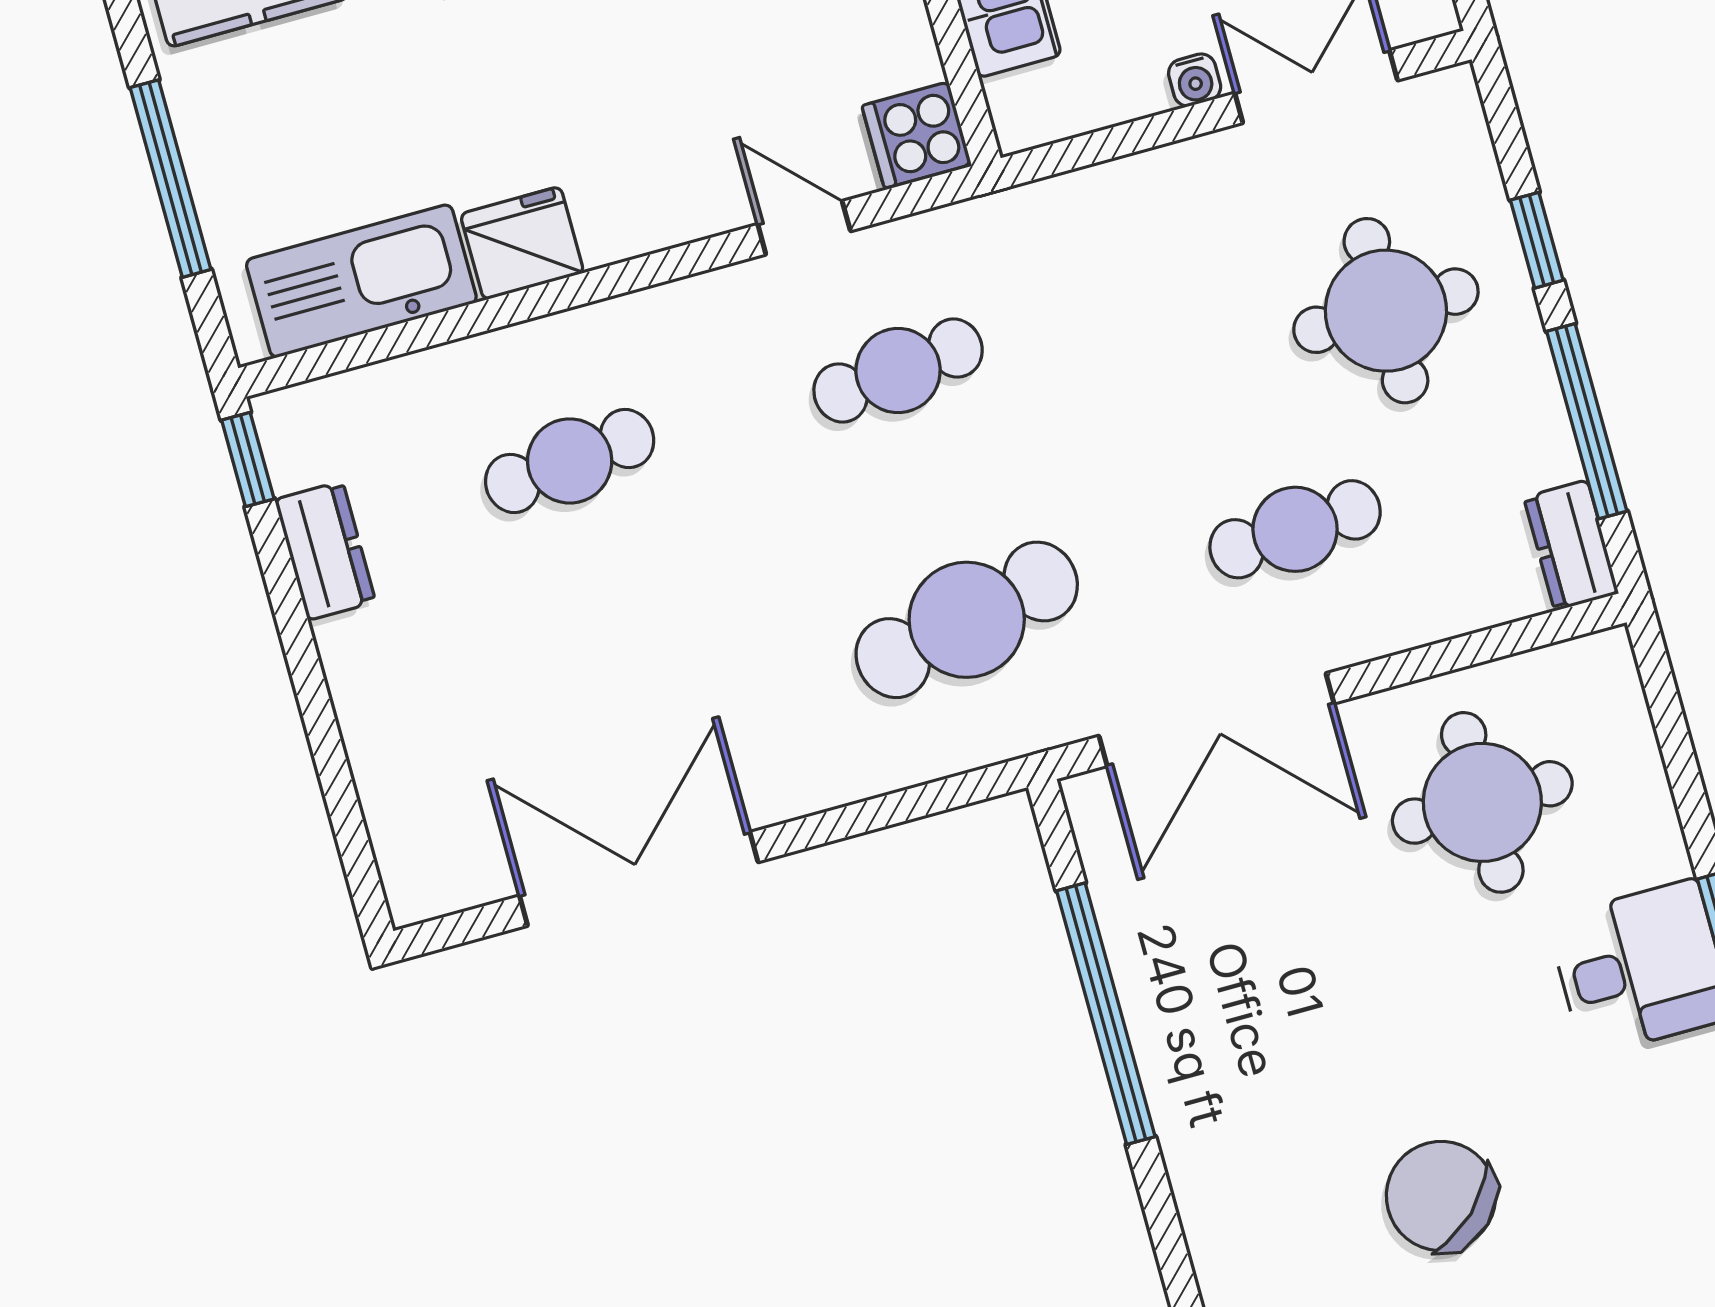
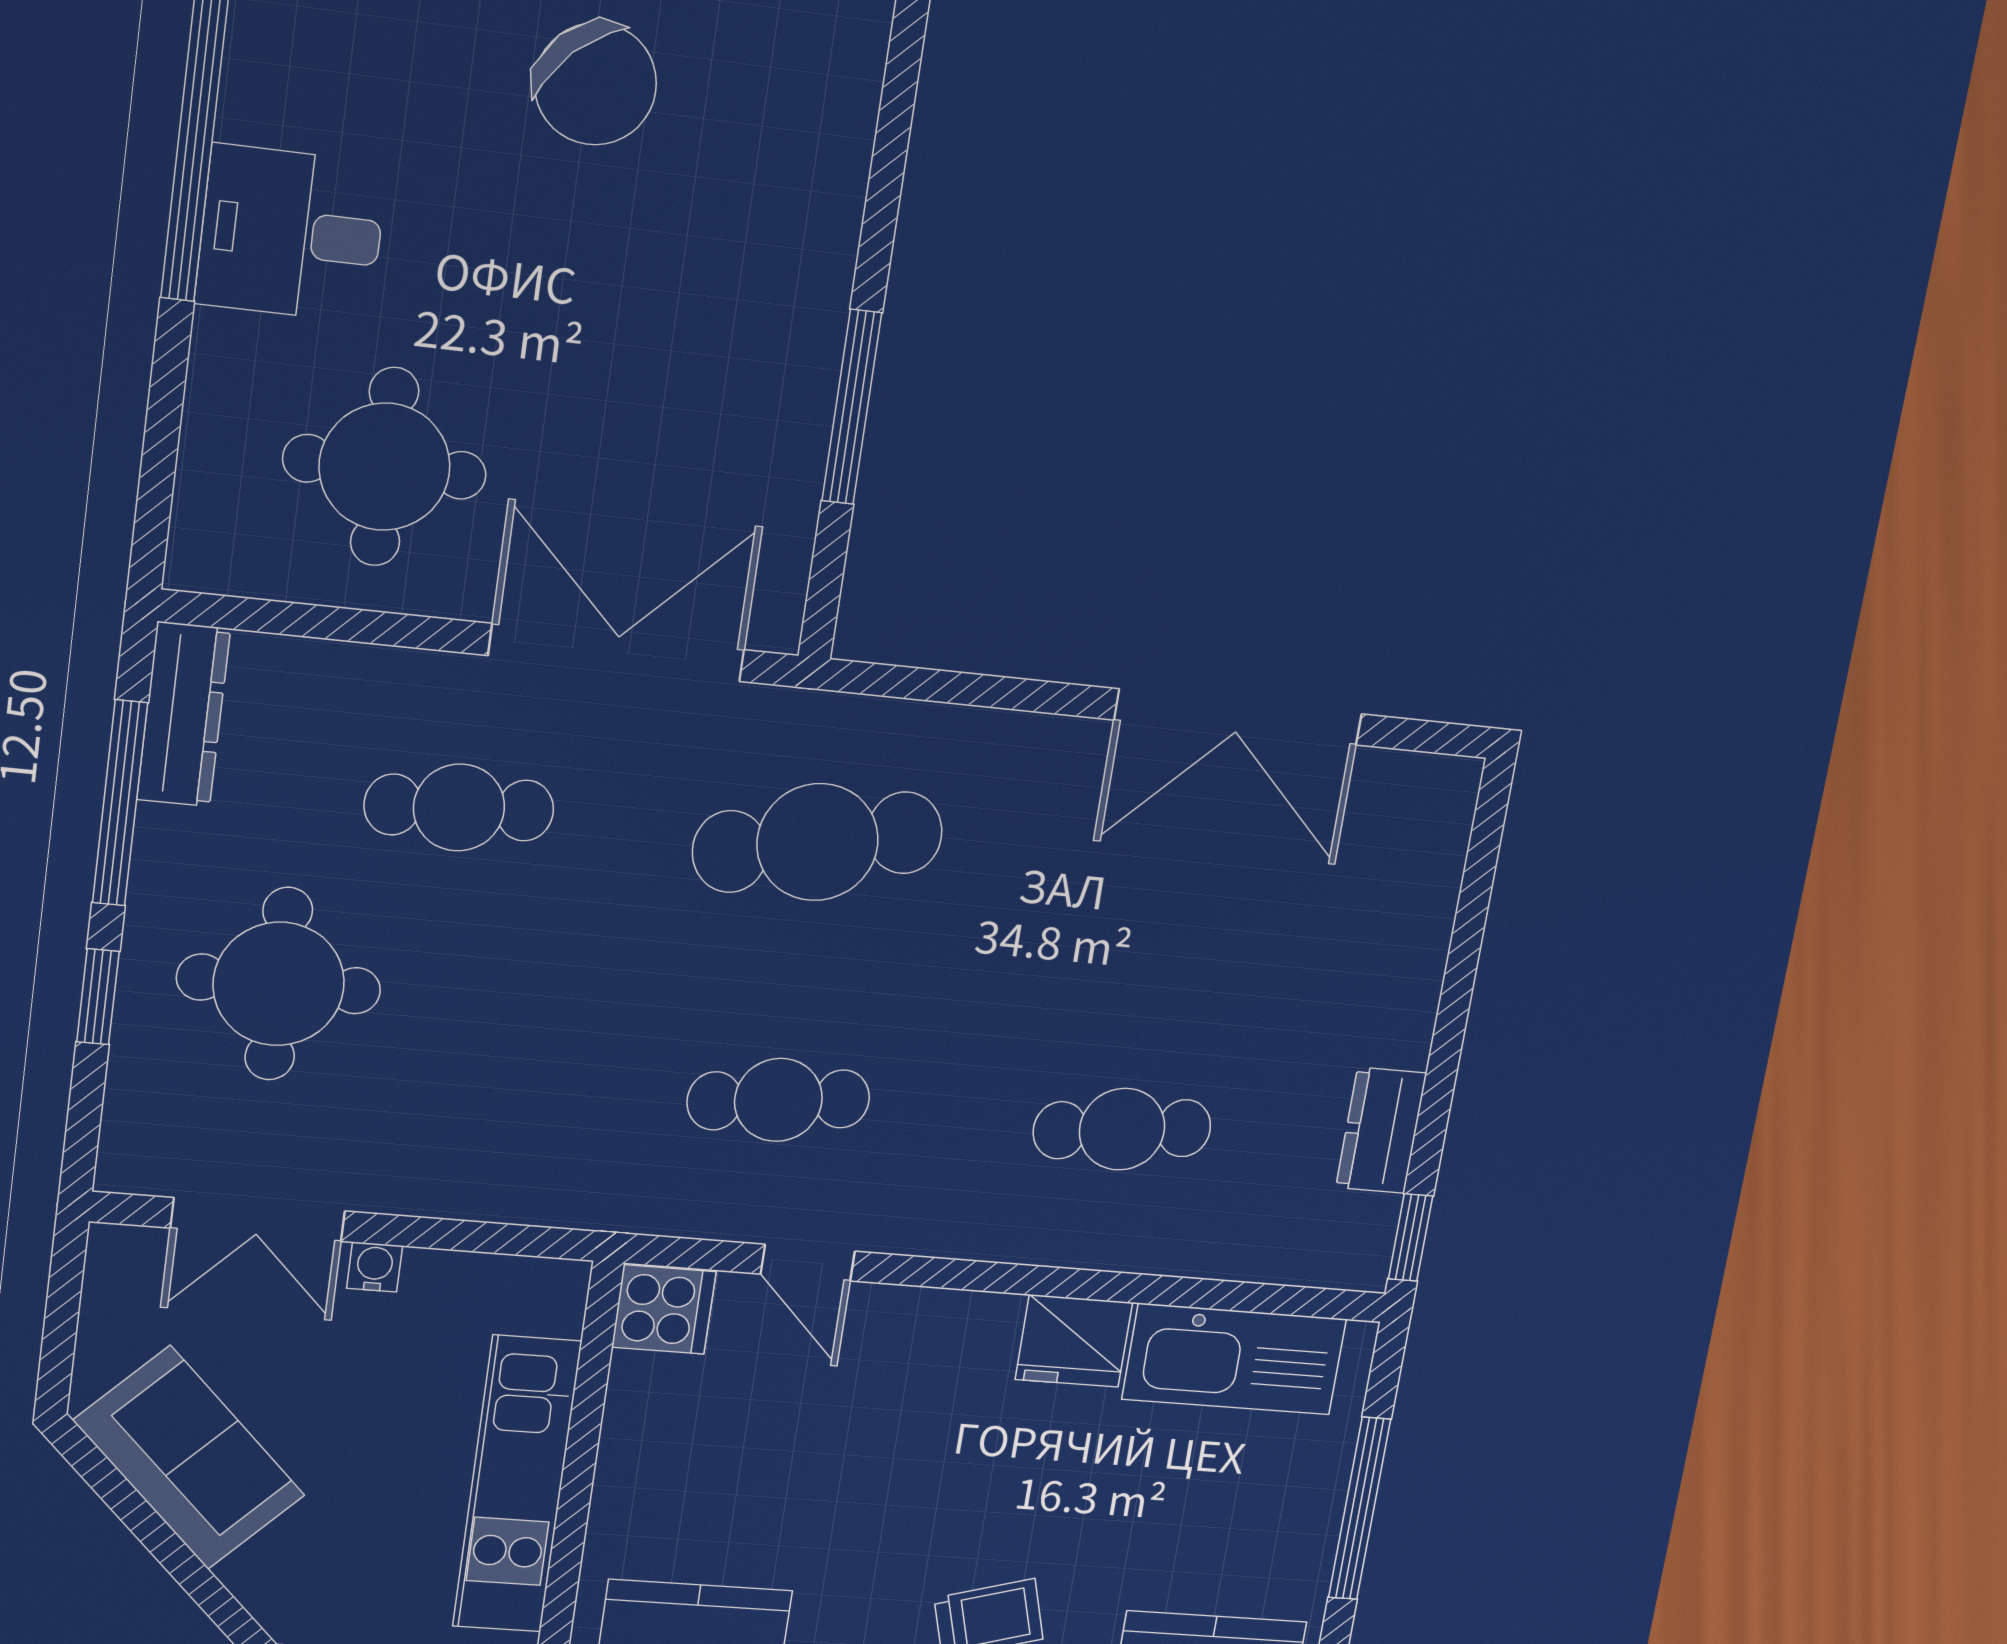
dresser: (1571, 545) -> (183, 714), width x1.44
window: (1106, 1014) -> (852, 407), width x0.68

